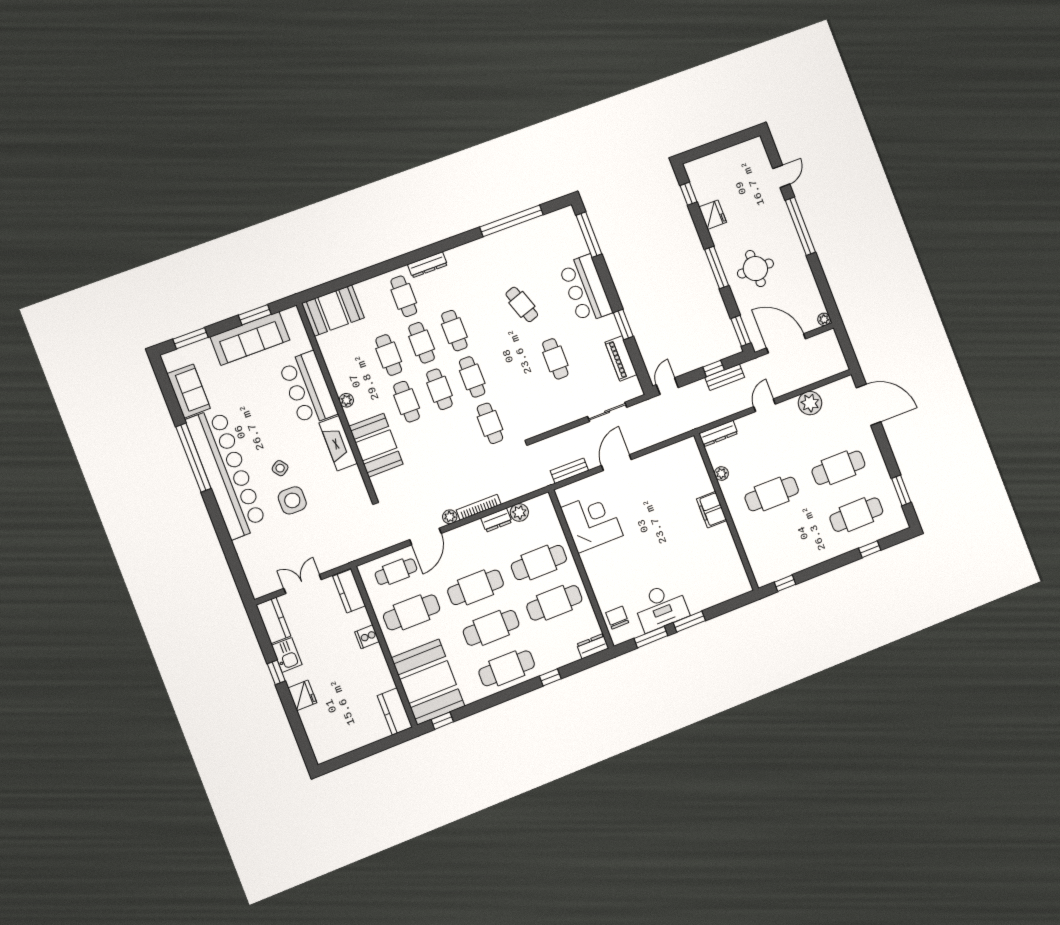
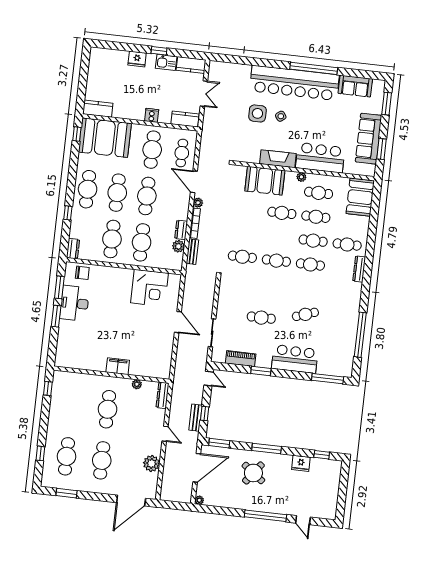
round table: (755, 269) -> (253, 473), turned 37
cafe table: (439, 389) -> (319, 193), moved
bench: (569, 471) -> (192, 252), moved

